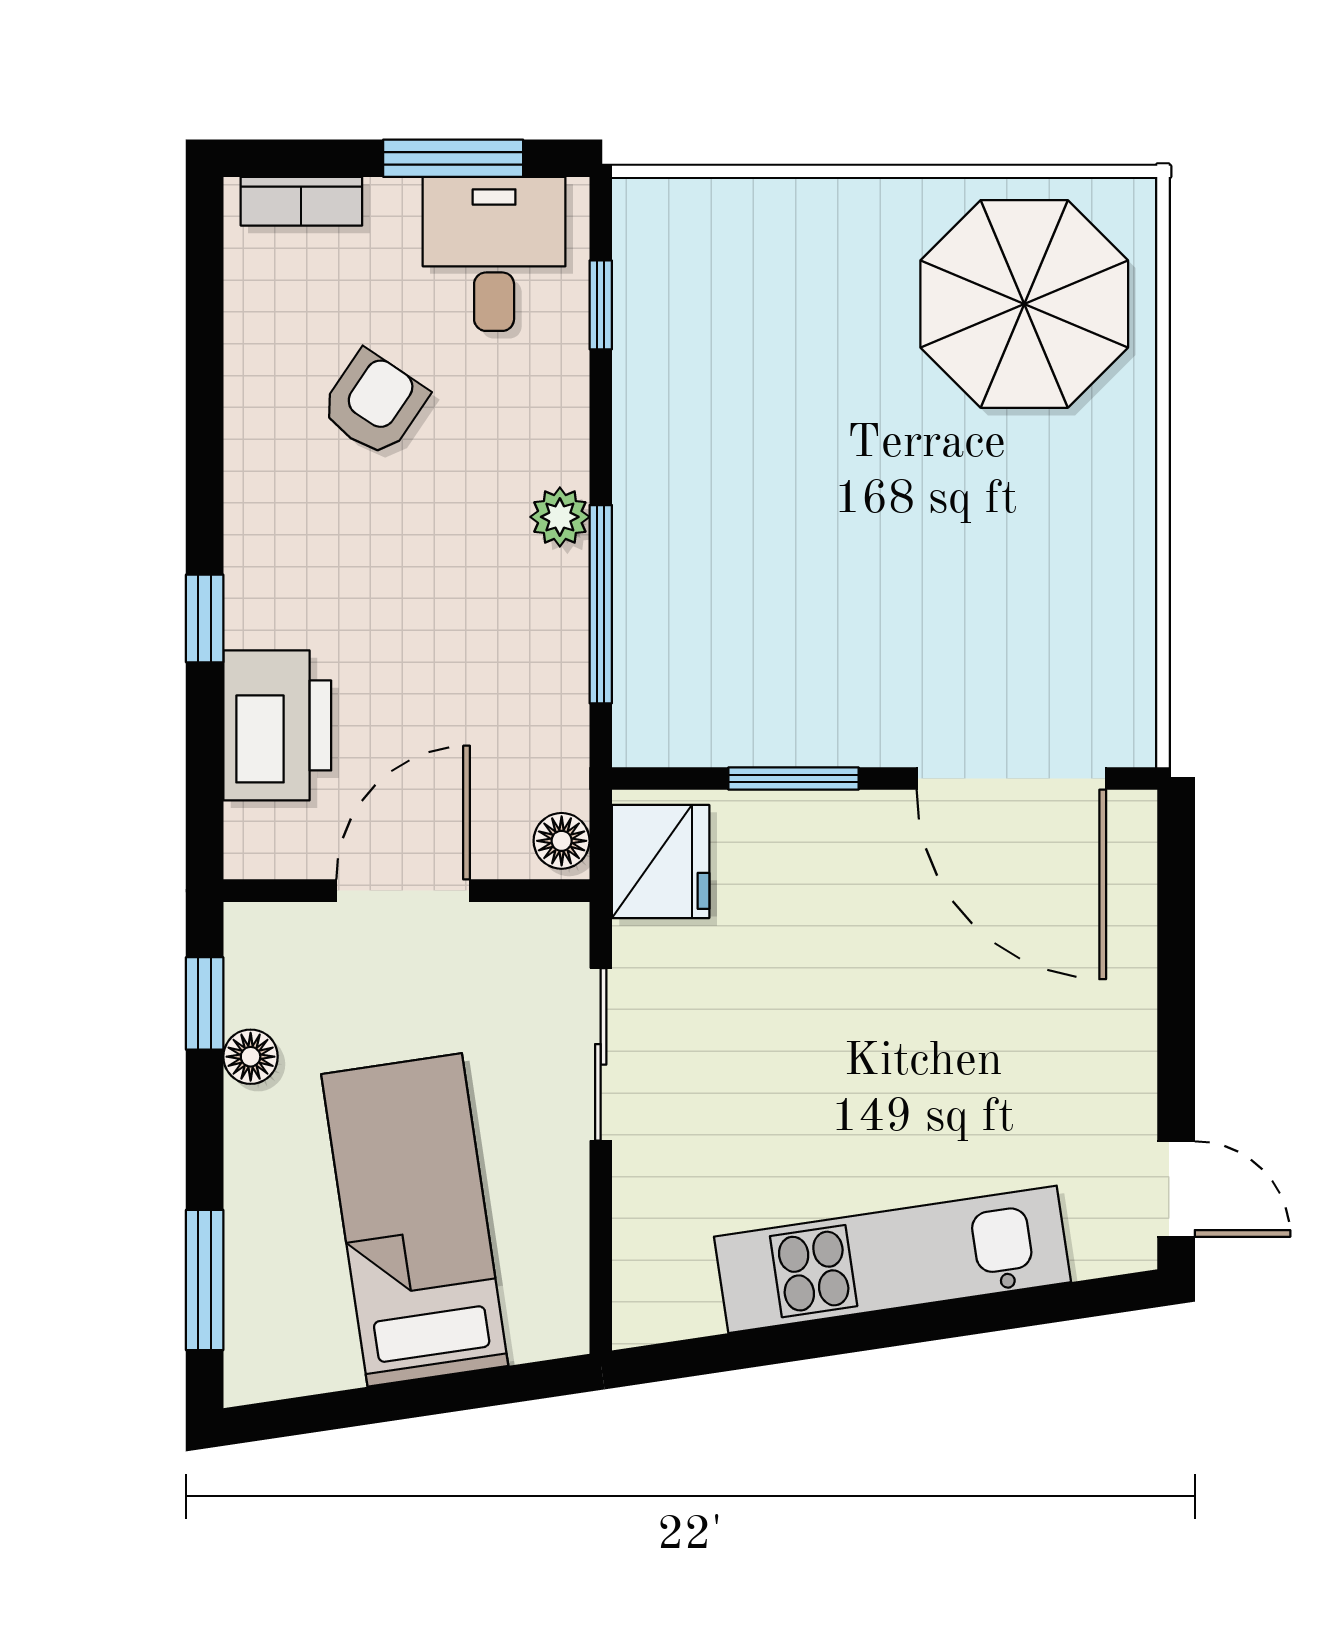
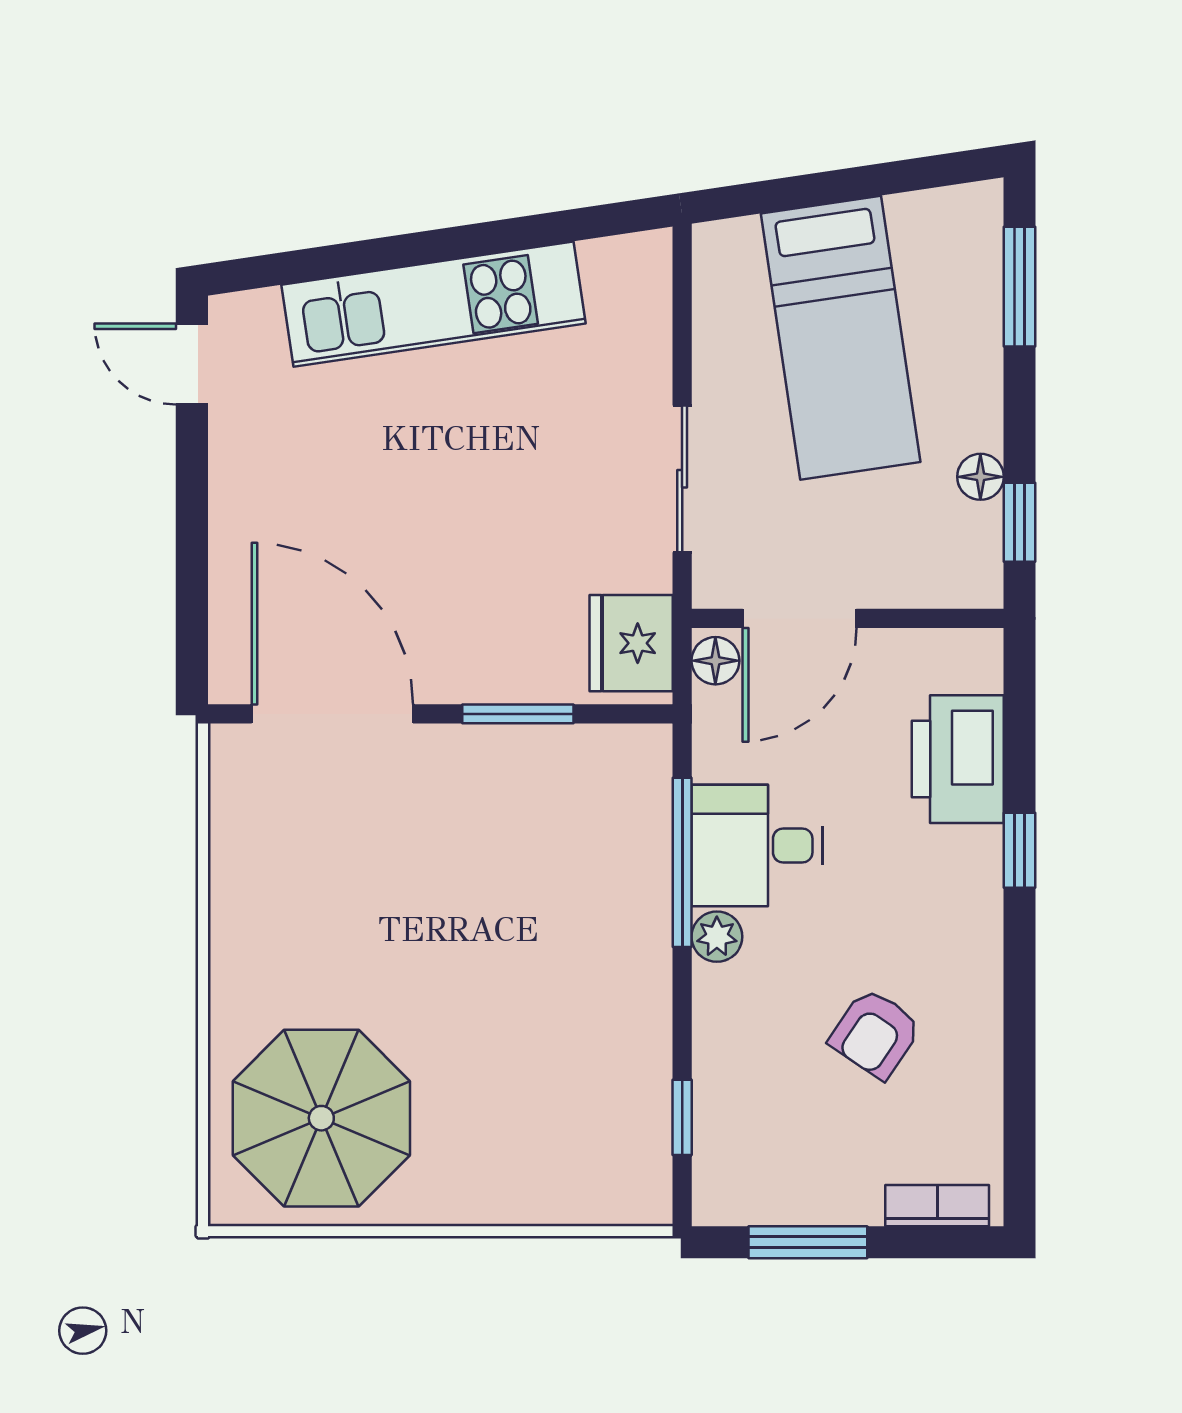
desk: (494, 254) -> (757, 845), moved, turned 90
door: (403, 891) -> (800, 618), moved

